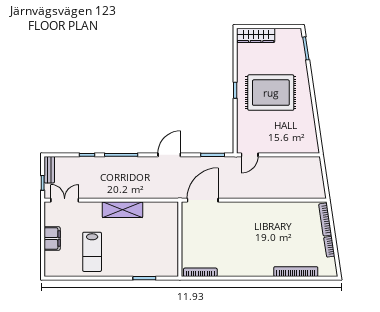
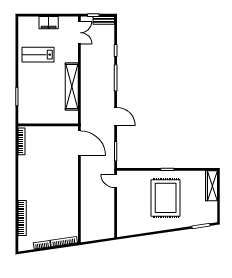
shelving: (122, 210) -> (72, 86), width x1.47

